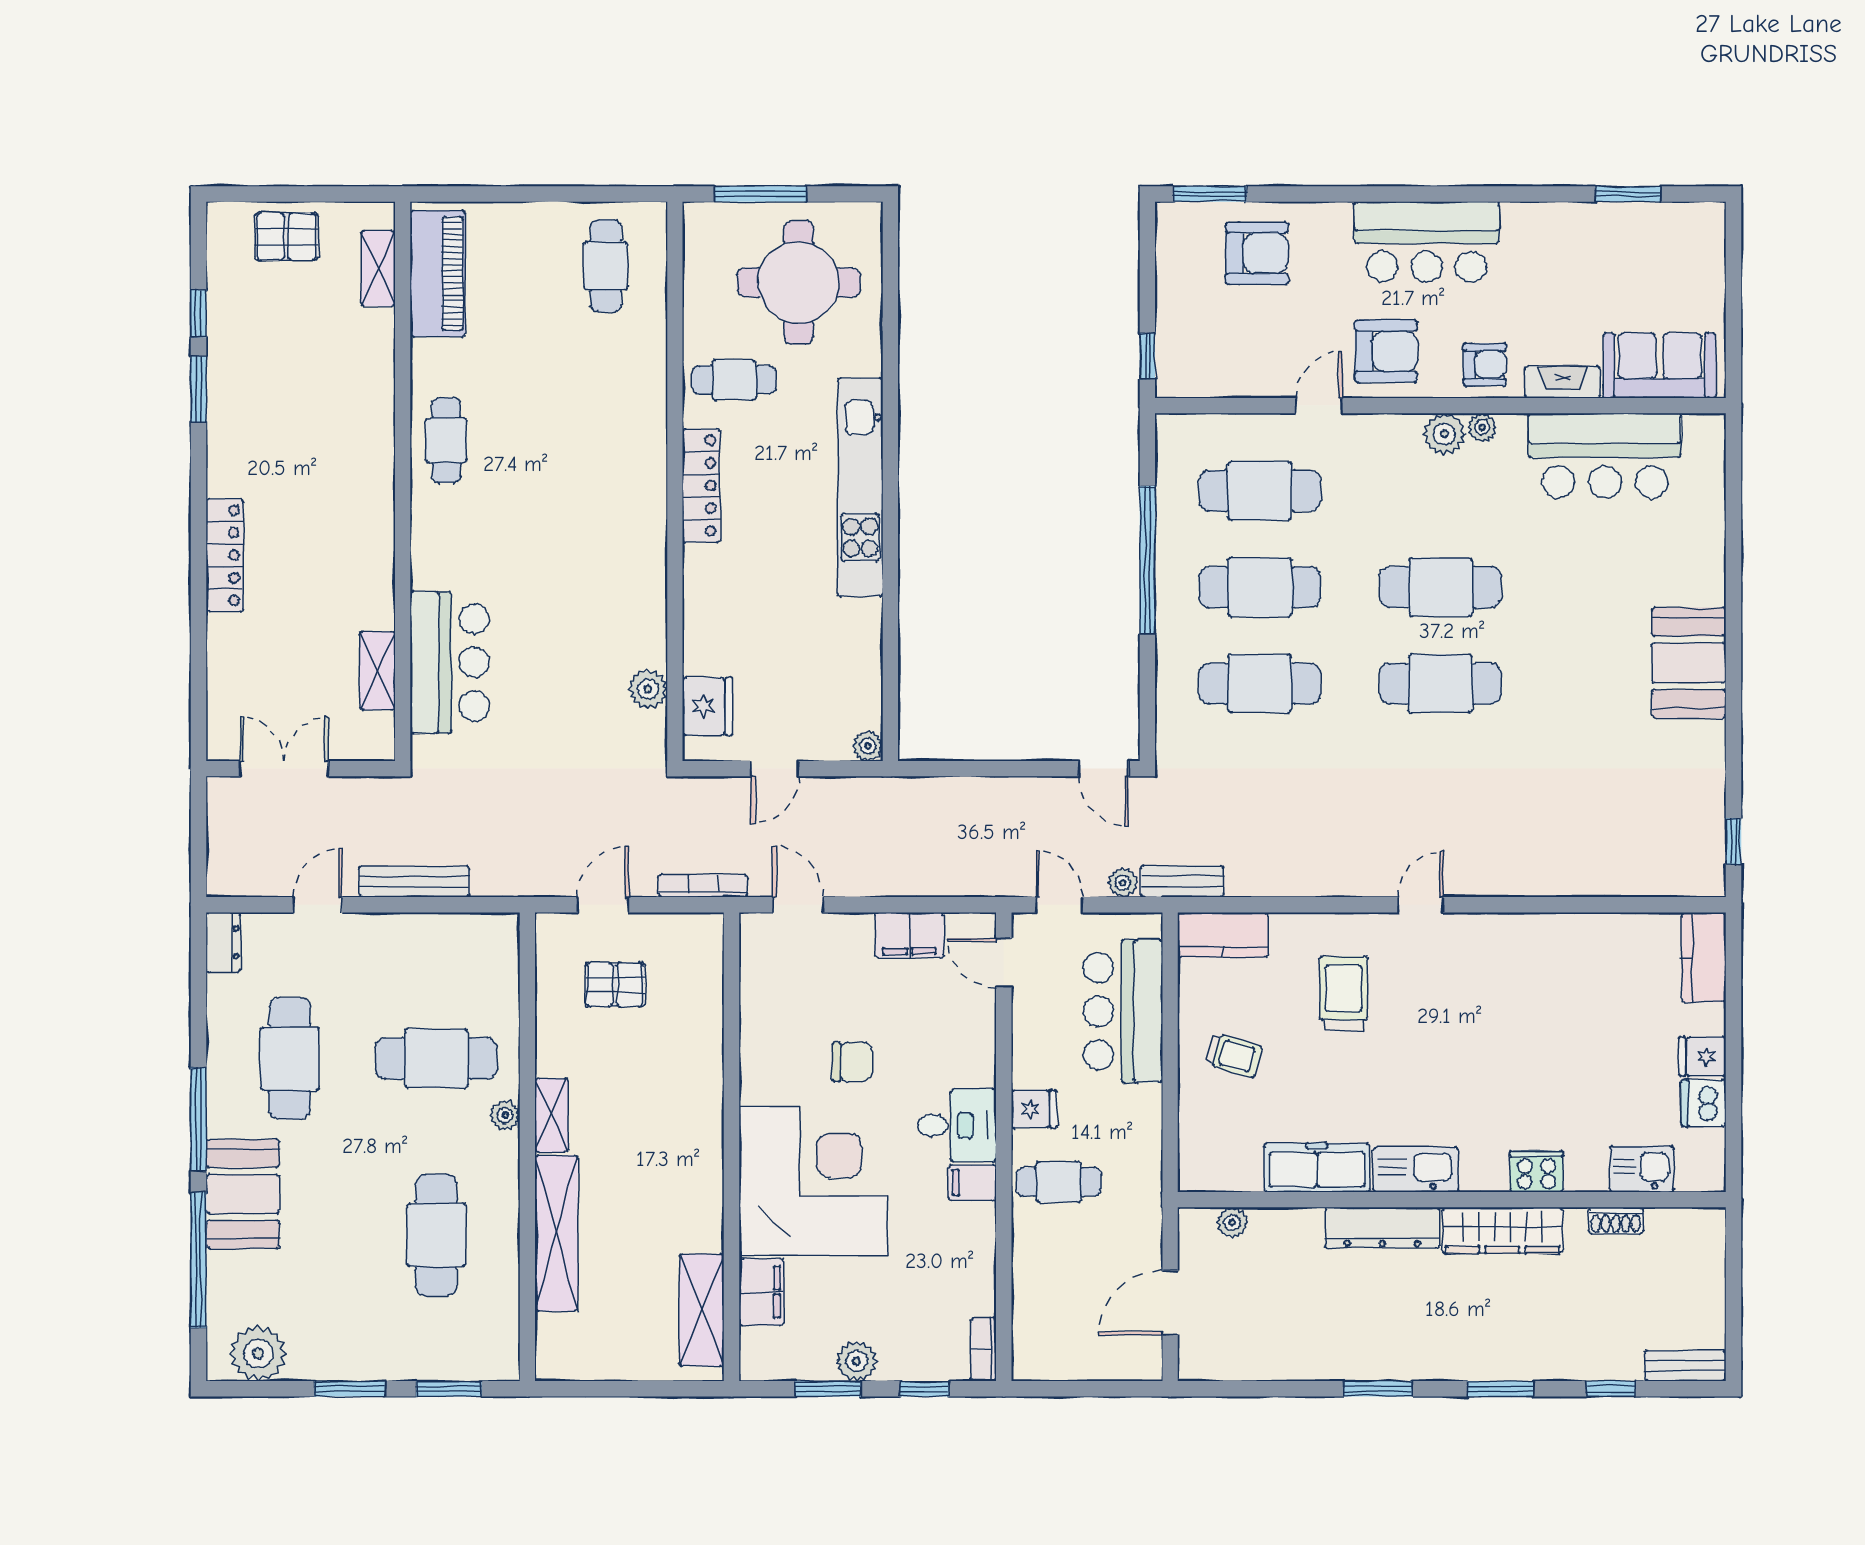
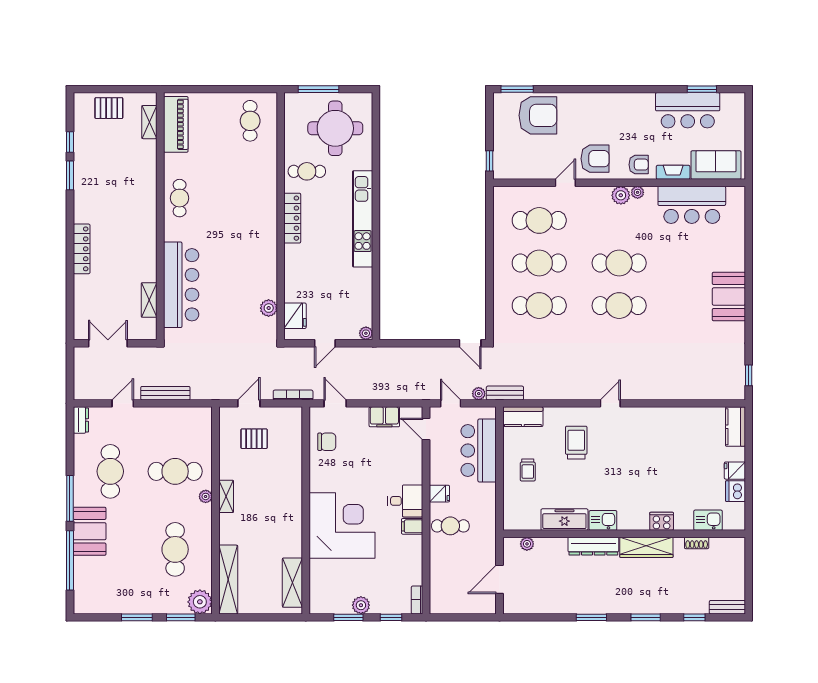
bar counter: (1427, 242) -> (688, 110), moved
armchair: (1257, 253) -> (538, 115), width x1.36, depth x1.36
window: (1147, 560) -> (490, 251), removed
bar counter: (450, 662) -> (181, 285), width x1.36
trolley: (1234, 1055) -> (528, 470), turned 73
chair: (852, 1062) -> (327, 442), moved
kitchen sink: (1416, 1169) -> (603, 520), width x0.73
shelving: (556, 1233) -> (228, 580), moved
filing cabinet: (761, 1292) -> (319, 575), removed
plant: (258, 1353) -> (200, 602), moved

